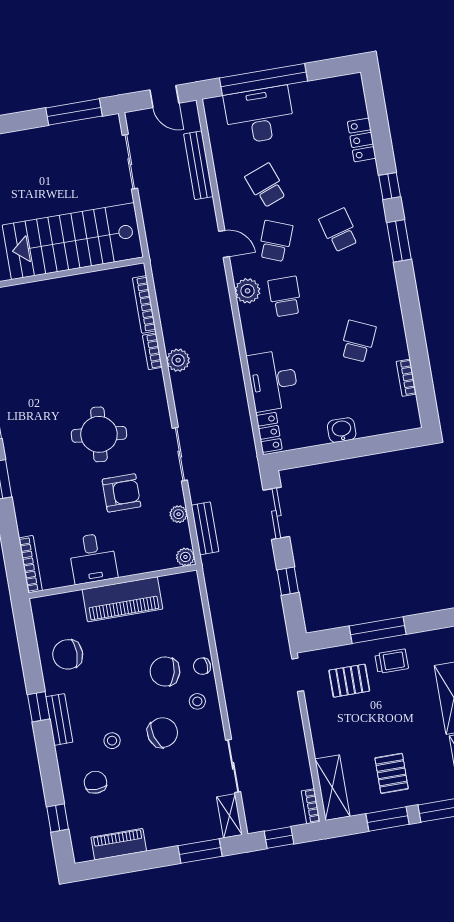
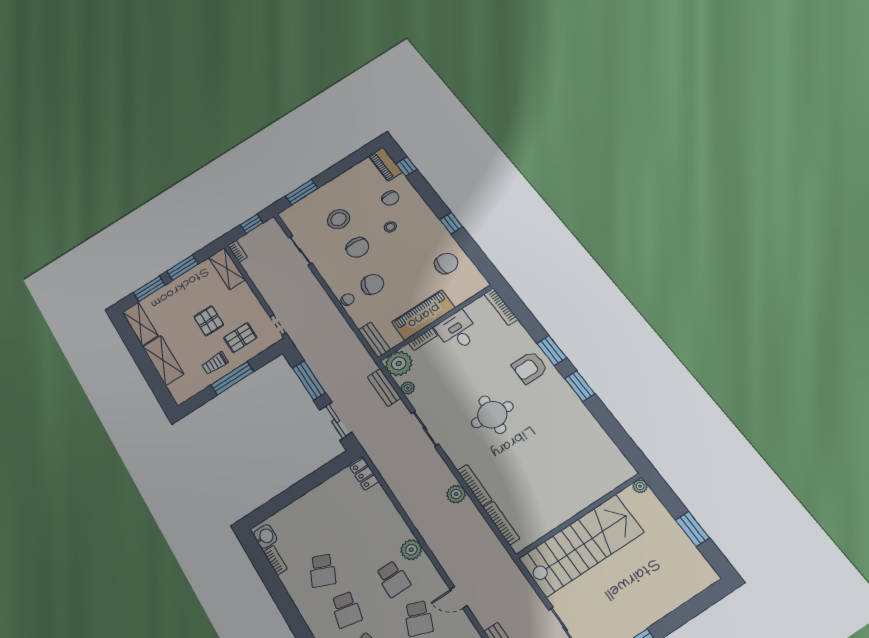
school desk: (349, 286) -> (346, 610), added
plant: (248, 291) -> (411, 550), moved
bookcase: (152, 351) -> (474, 485), width x1.56
desk: (273, 380) -> (377, 512), removed
washbasin: (342, 430) -> (265, 536), moved, turned -90
armchair: (122, 493) -> (530, 367), moved
plant: (185, 557) -> (399, 364), width x1.87, depth x1.87
bookcase: (136, 568) -> (423, 339), added
window: (288, 581) -> (309, 380), width x2.17
stool: (197, 701) -> (339, 219), moved, width x1.89, depth x1.89
bench: (59, 719) -> (374, 340), moved
chair: (162, 733) -> (358, 247), turned -69
pallet: (392, 773) -> (209, 321), moved
shelving: (229, 816) -> (290, 221), removed
piano: (119, 844) -> (385, 164), moved, turned 90

